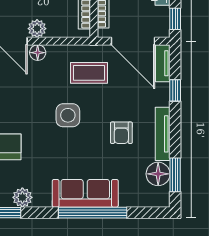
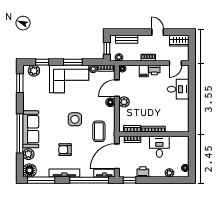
window: (175, 90) -> (89, 180), width x3.17
floor lamp: (158, 174) -> (30, 170), moved
window: (175, 175) -> (41, 180), width x1.44
plant: (22, 197) -> (28, 154), moved

